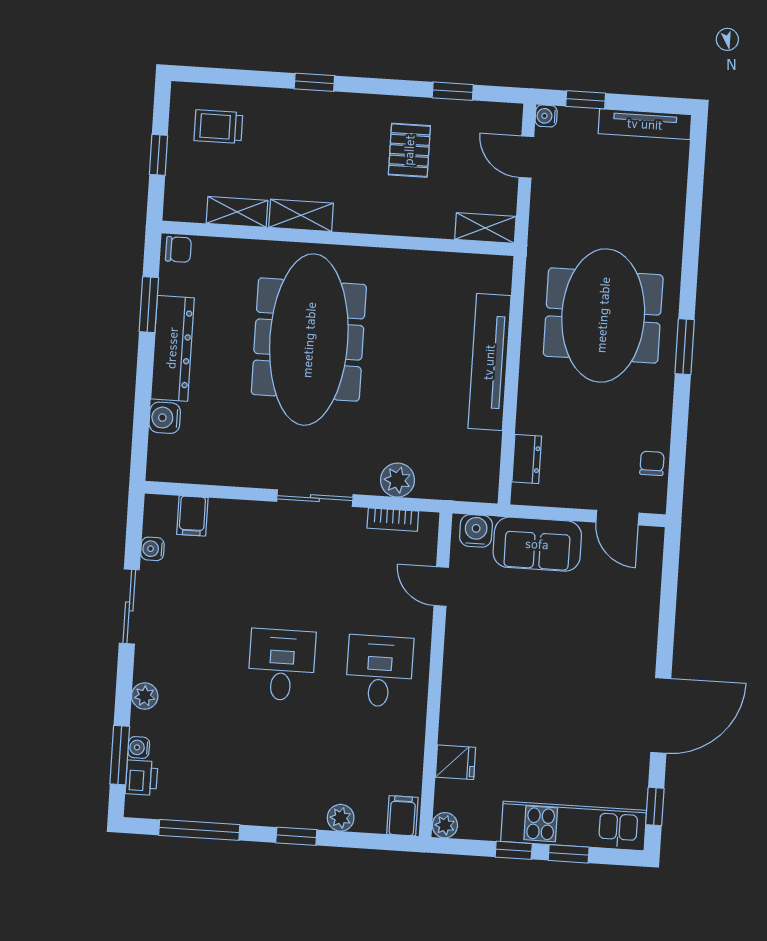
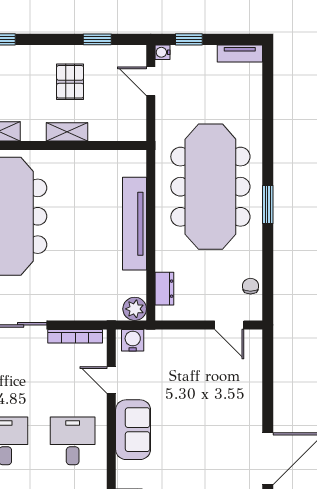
tv unit: (645, 124) -> (240, 53), width x0.71
shelving: (485, 228) -> (67, 132), moved
meeting table: (603, 315) -> (210, 187), width x1.36
plant: (398, 480) -> (135, 309), moved
bookcase: (393, 520) -> (75, 336), width x1.56
sofa: (537, 544) -> (133, 430), moved, turned -90

